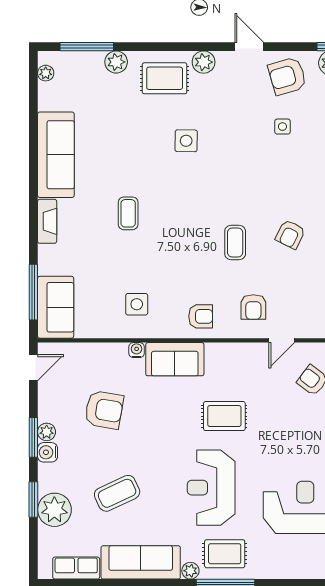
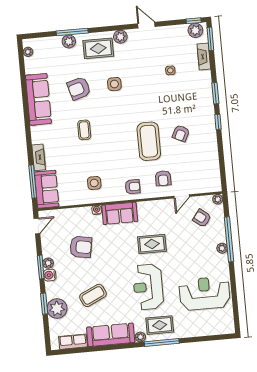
window: (87, 47) -> (72, 32), moved
armchair: (287, 76) -> (79, 88), moved
fireplace: (47, 221) -> (39, 157), moved
coffee table: (235, 243) -> (149, 141), width x1.86, depth x1.72

